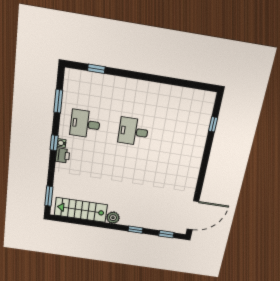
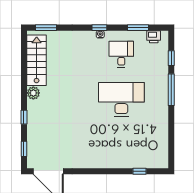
window: (131, 75) -> (171, 90), added
desk: (133, 132) -> (121, 99), width x1.87, depth x1.30
printer: (63, 155) -> (154, 37), moved

